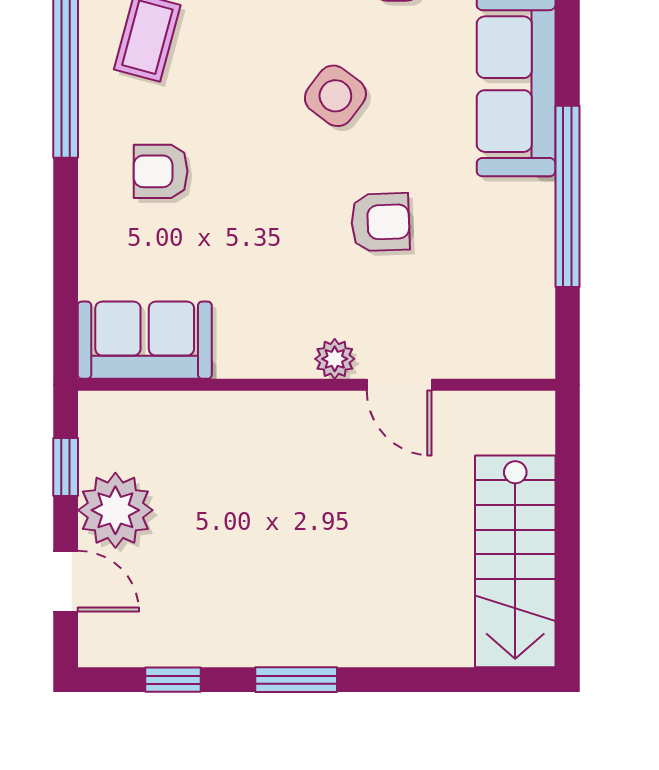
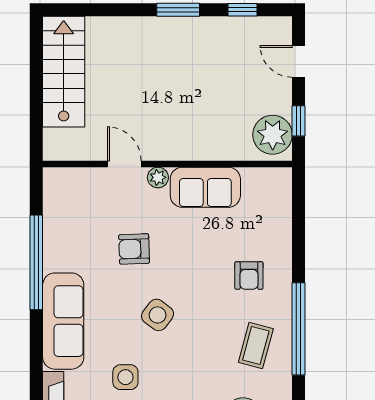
armchair: (161, 171) -> (249, 275), turned 90
sofa: (145, 340) -> (205, 187), moved
plant: (115, 510) -> (273, 135), moved

